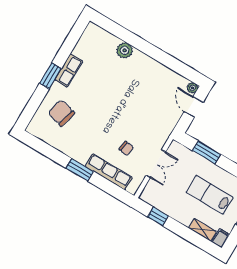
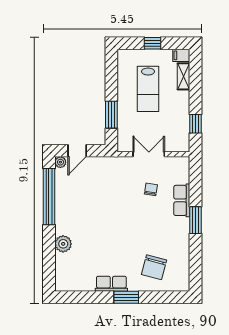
window: (170, 62) -> (49, 197), added
row of seats: (109, 172) -> (182, 200), width x0.68

